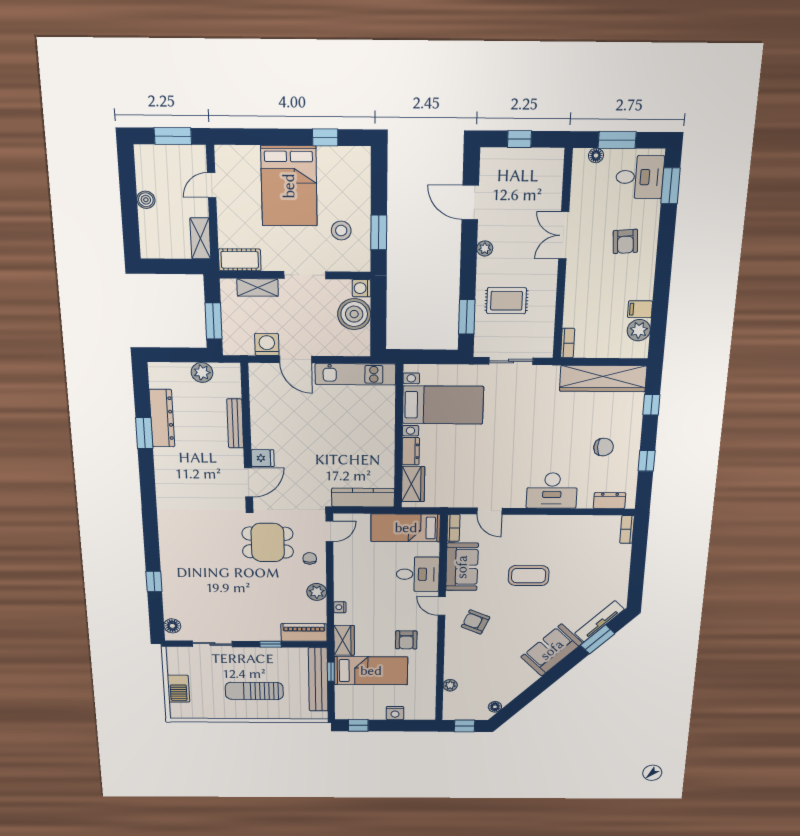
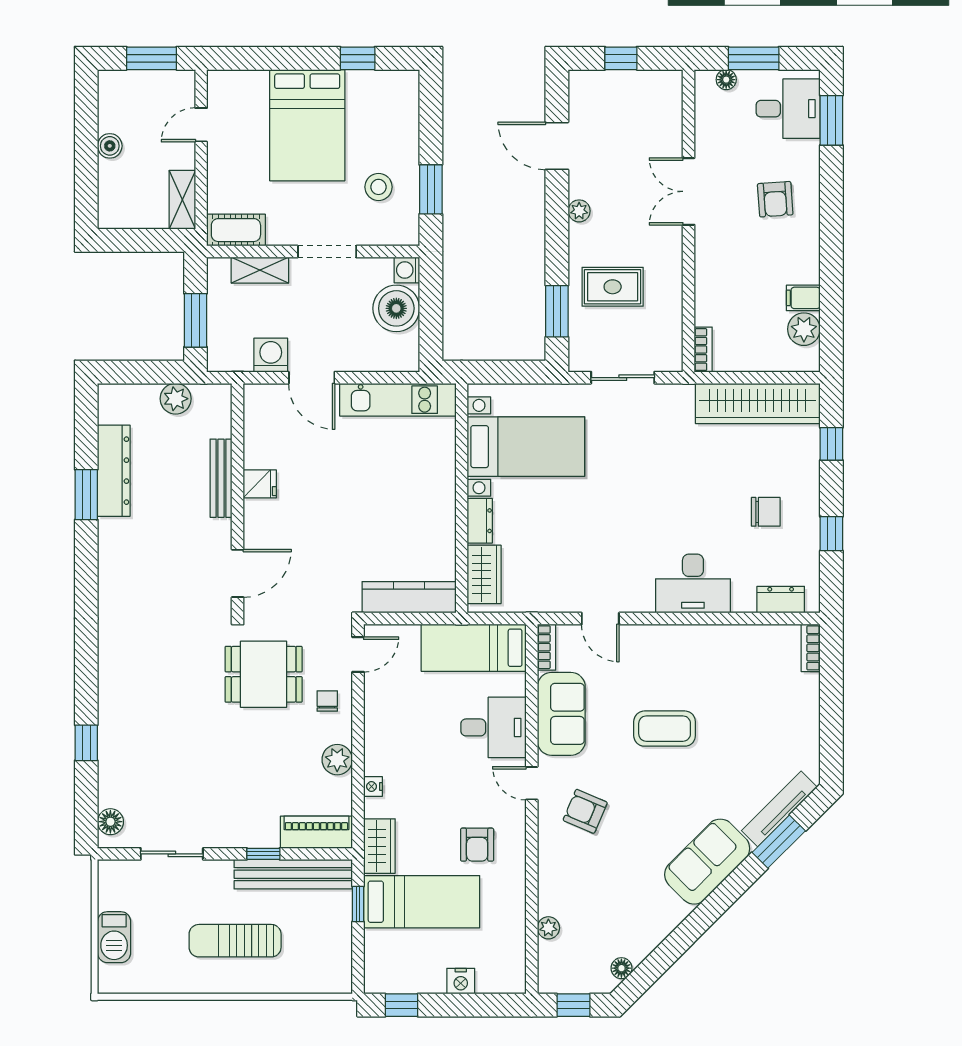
fridge: (263, 458) -> (260, 484), moved
bench: (318, 680) -> (293, 874), moved, turned 90

